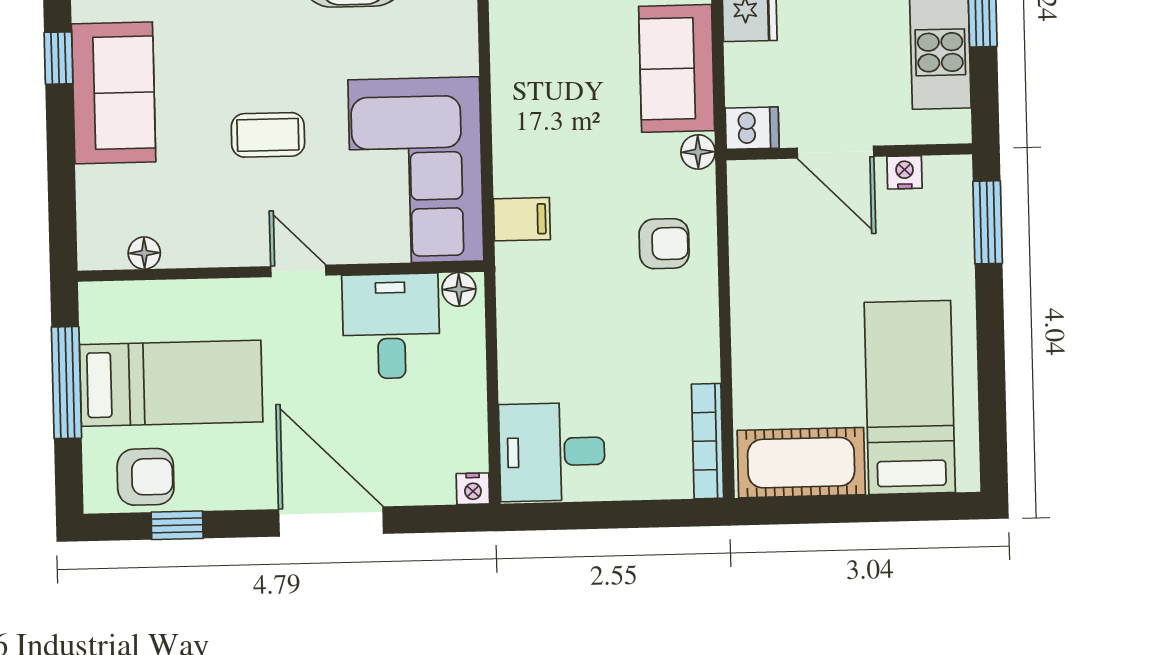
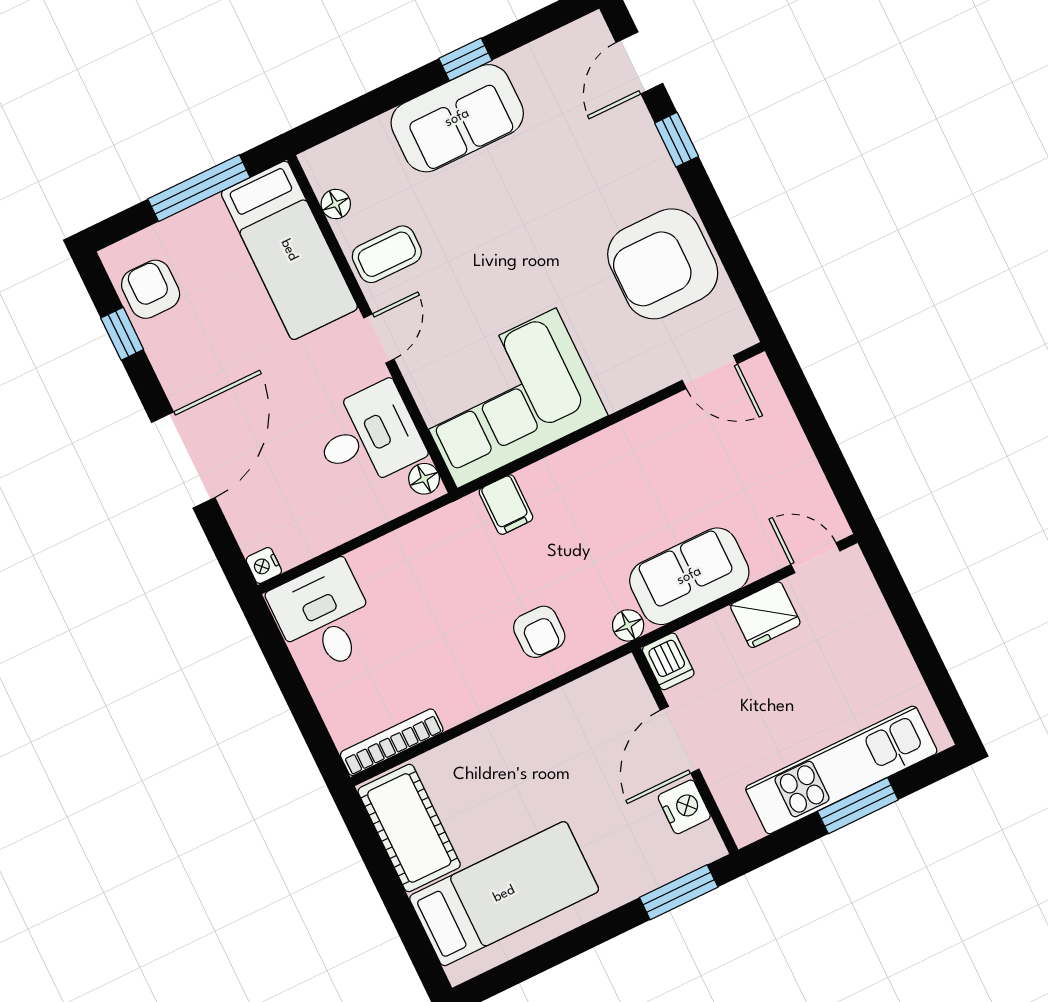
coffee table: (268, 135) -> (387, 254), moved, turned 90
nightstand: (905, 172) -> (684, 807), width x1.39, depth x1.35
bed: (171, 383) -> (289, 250), moved
armchair: (146, 477) -> (151, 289), turned 180

